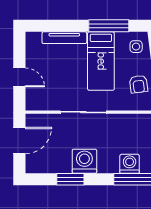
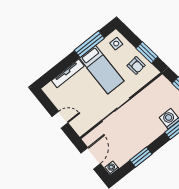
washing machine: (84, 161) -> (112, 168), moved, width x0.53, depth x0.53

